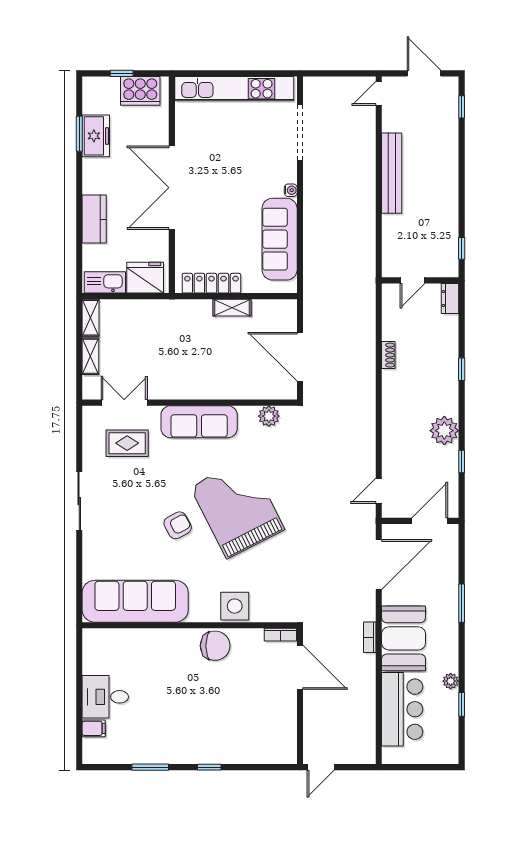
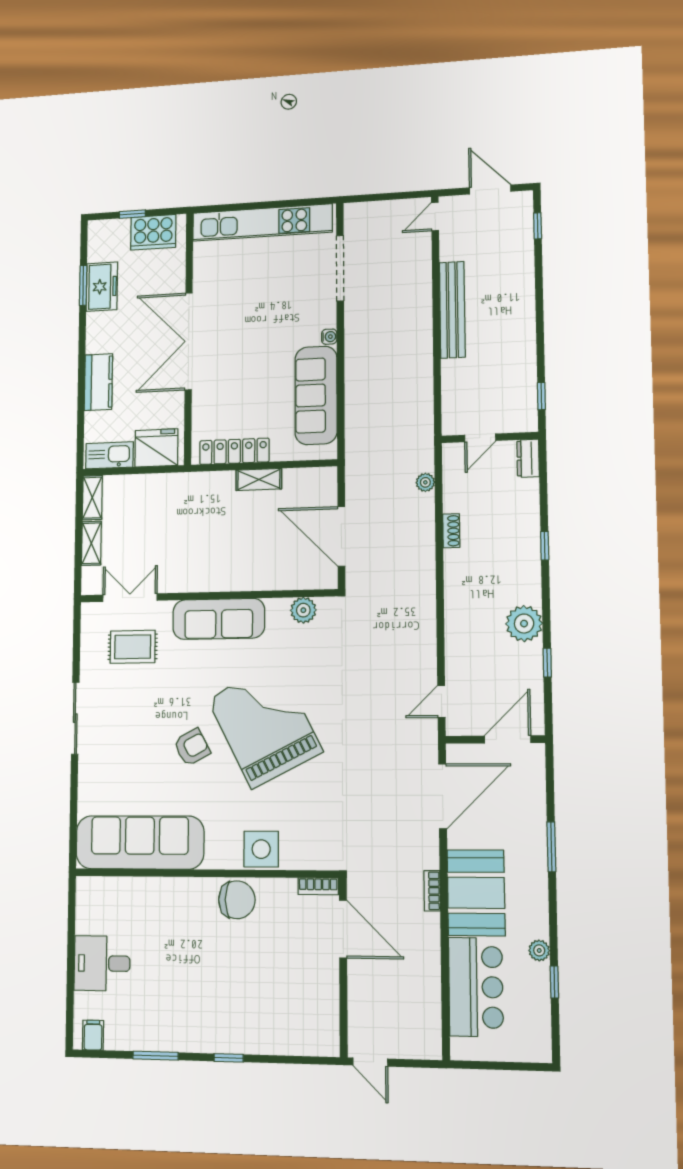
plant: (368, 315) -> (425, 482), added
filing cabinet: (94, 728) -> (93, 1035), moved, turned -90
door: (321, 767) -> (370, 1062), hinge flipped

